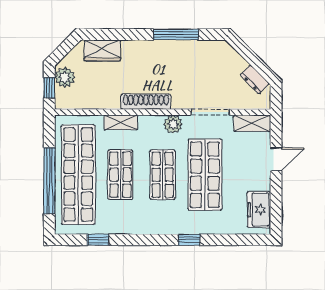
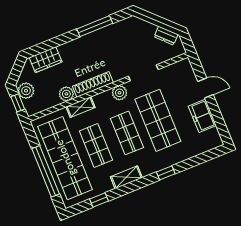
plant: (110, 100) -> (66, 94), added
shelving: (252, 123) -> (126, 177), moved
door: (276, 159) -> (206, 88), hinge flipped
freezer: (259, 210) -> (202, 116), moved

